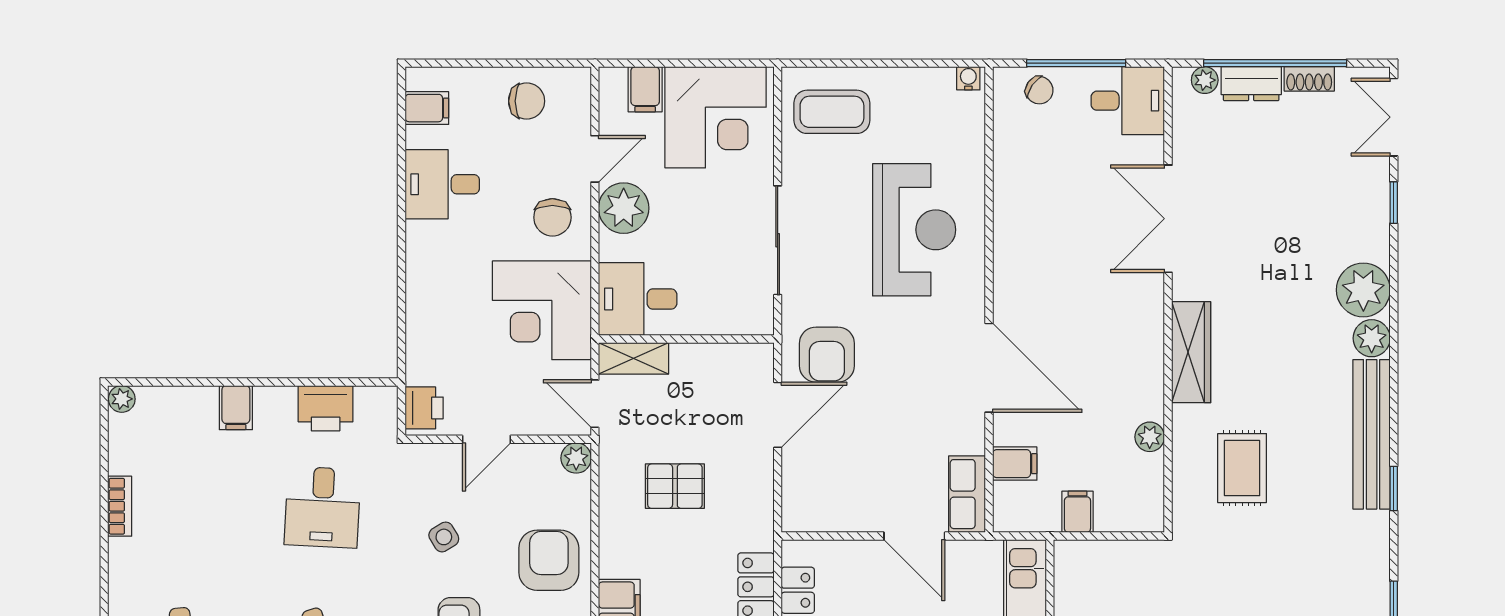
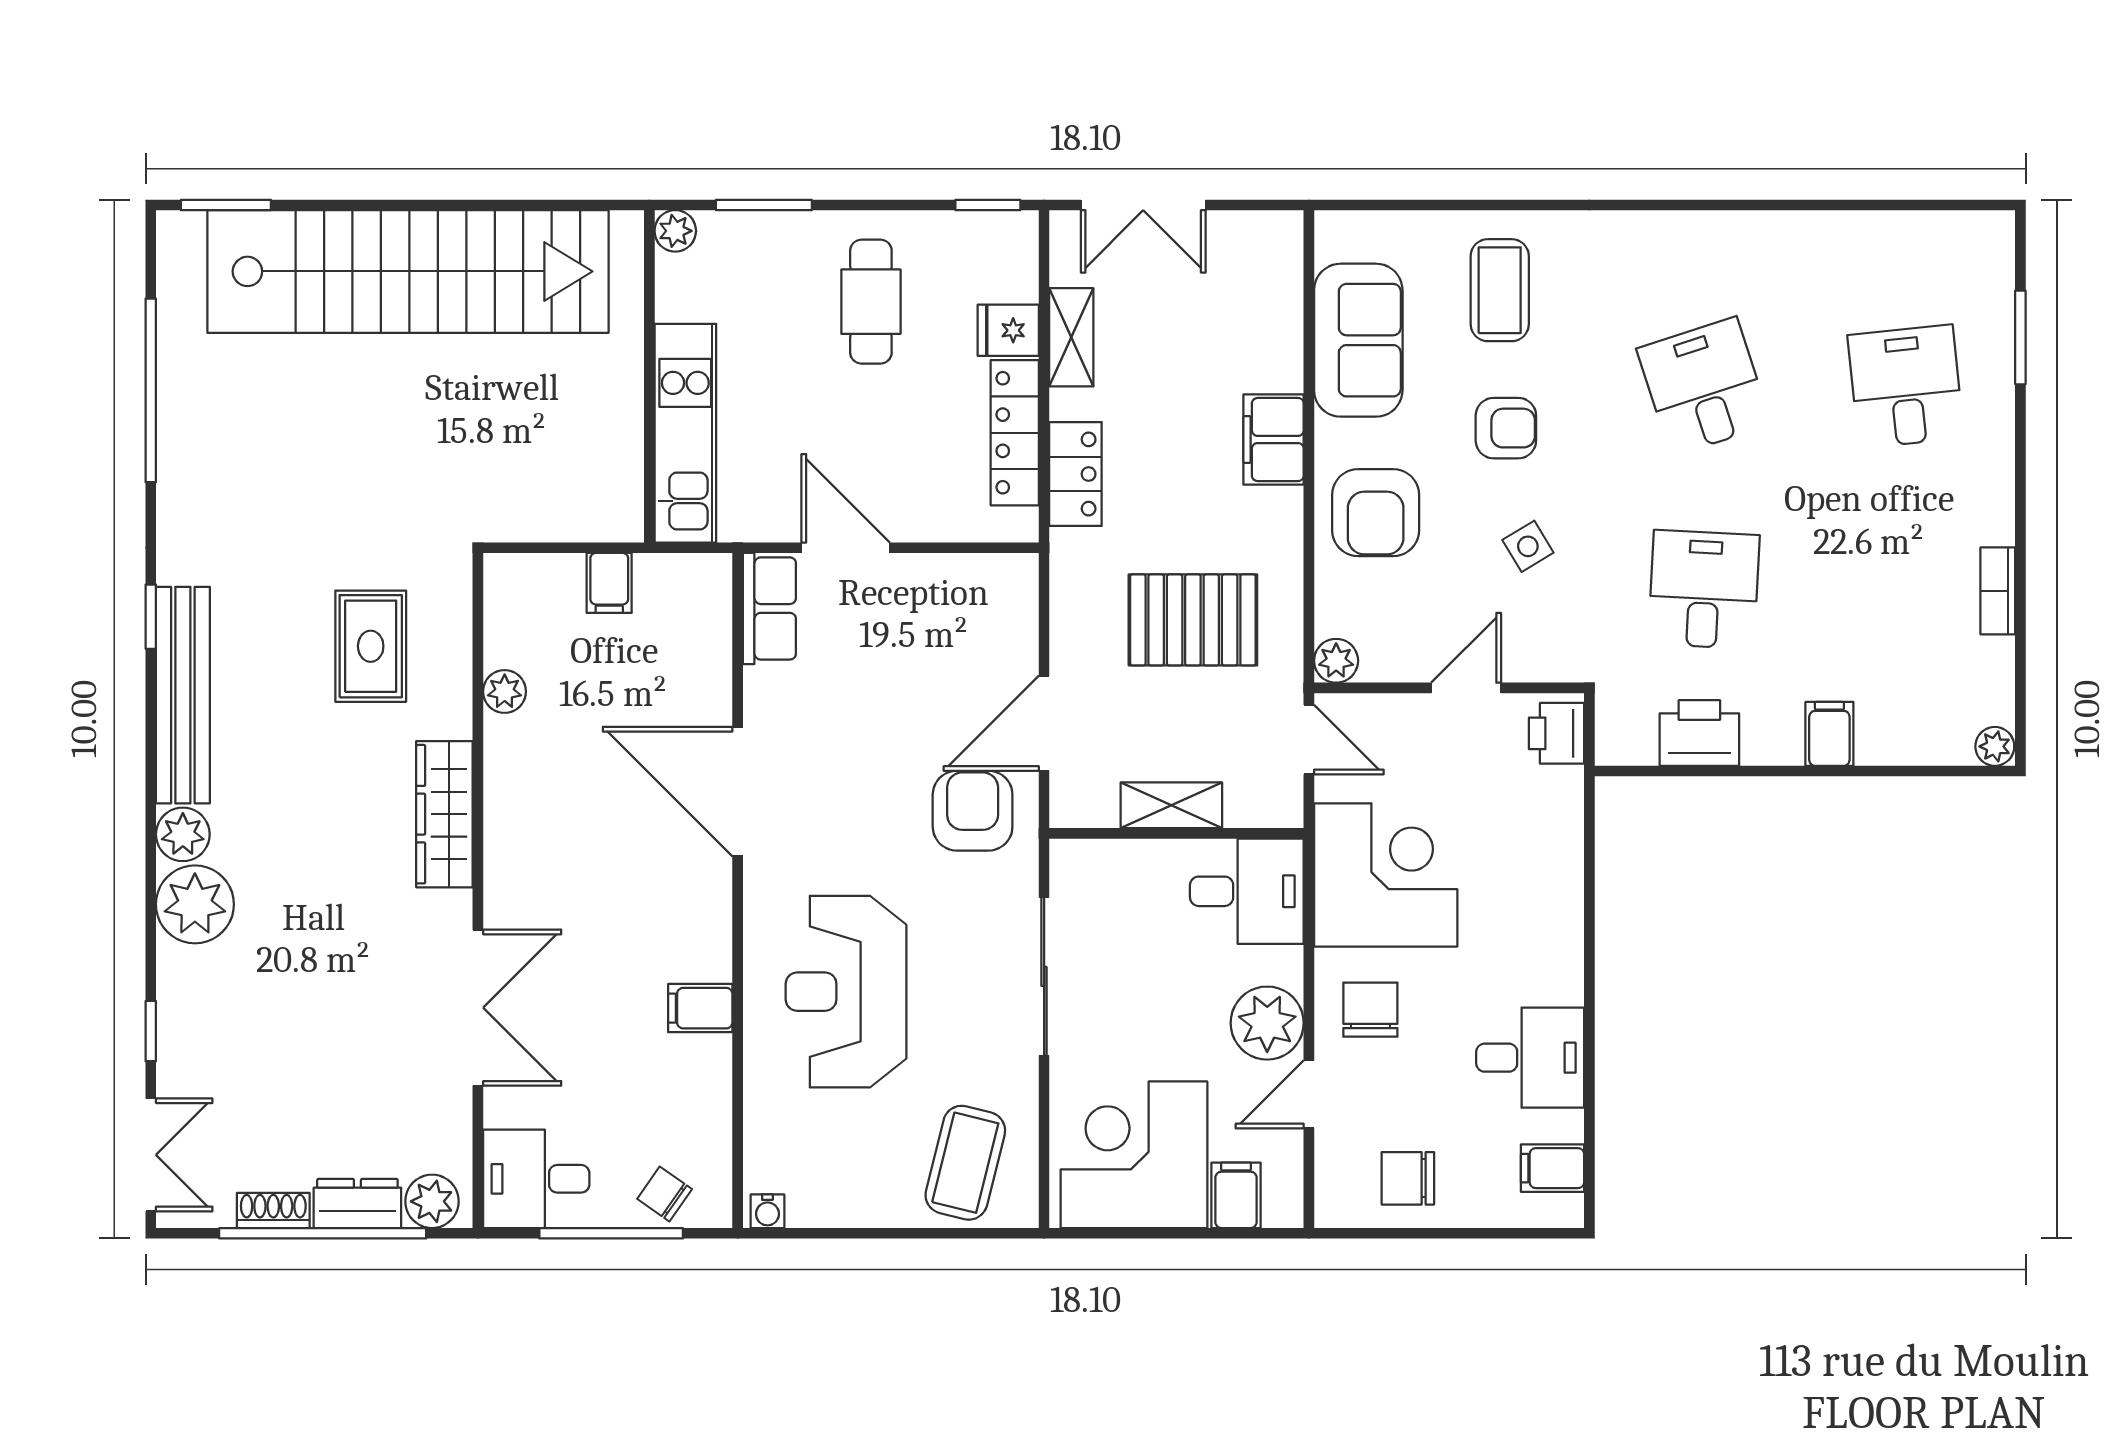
plant: (1205, 80) -> (432, 1201), width x1.38, depth x1.38
coffee table: (832, 112) -> (965, 1163), turned -76
shelving: (633, 358) -> (1171, 805), moved
filing cabinet: (1015, 464) -> (700, 1008), moved
pallet: (675, 486) -> (1193, 620), width x1.50, depth x1.42

